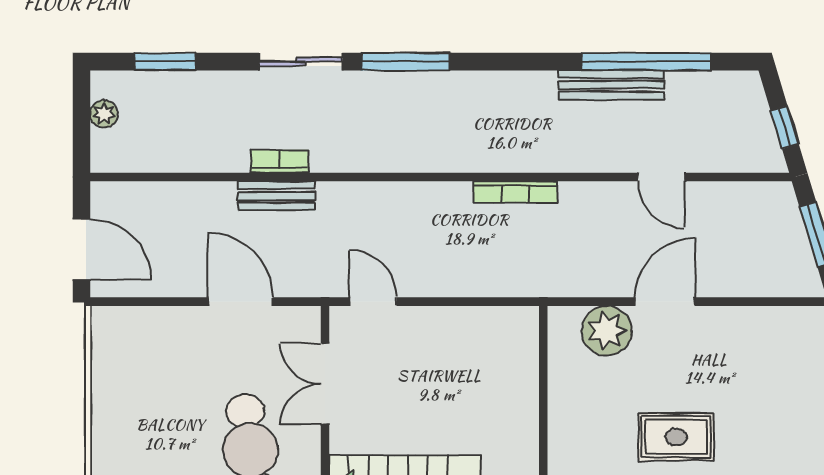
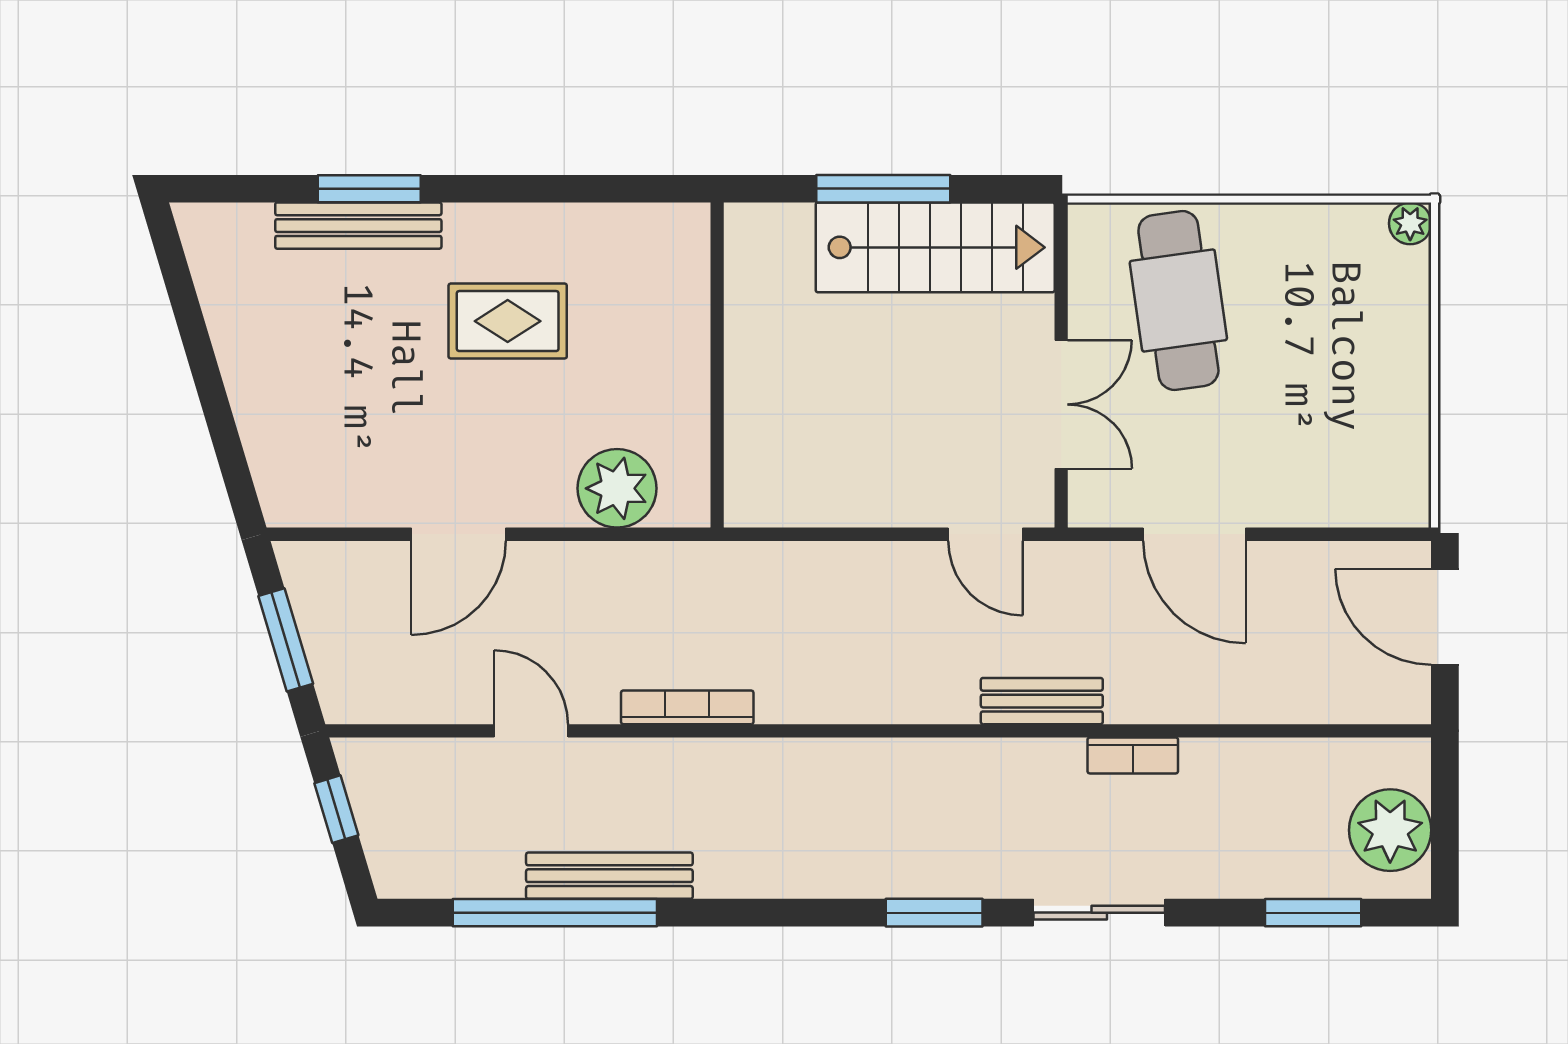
window: (406, 62) -> (934, 913), width x0.69
plant: (104, 114) -> (1390, 830), width x1.87, depth x1.87
bookcase: (515, 192) -> (687, 707), moved
bench: (276, 196) -> (1042, 701), moved
door: (665, 302) -> (459, 534), moved

